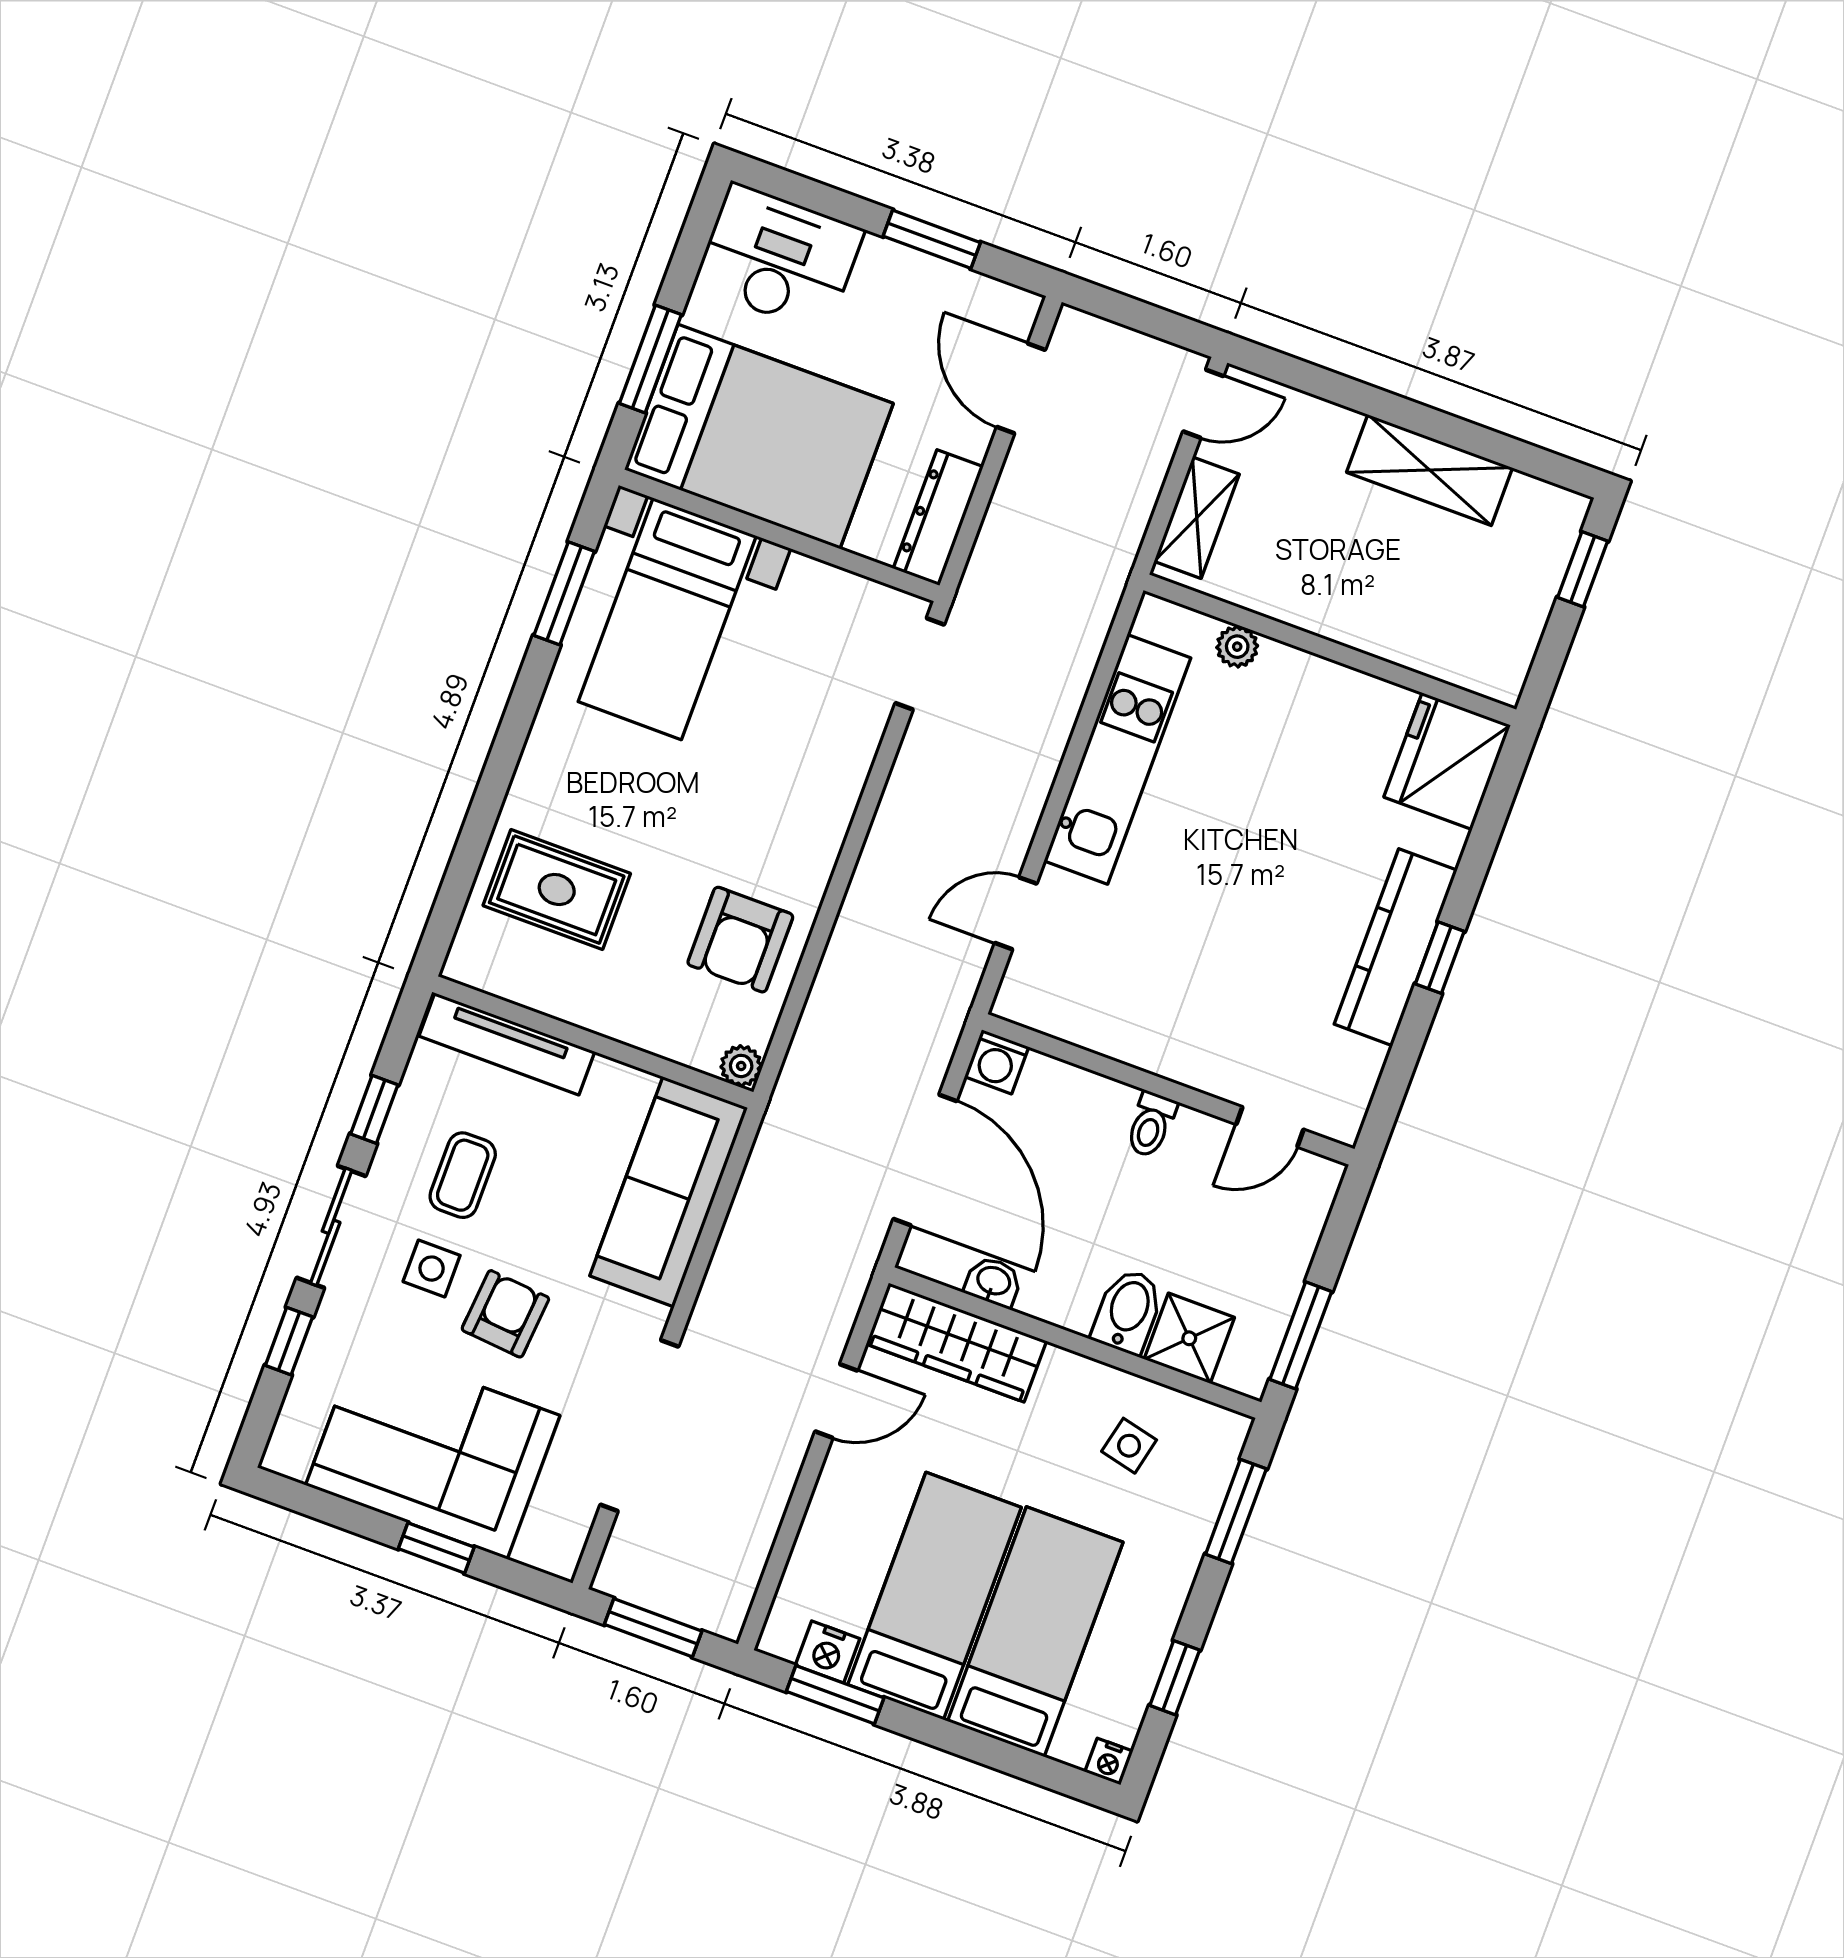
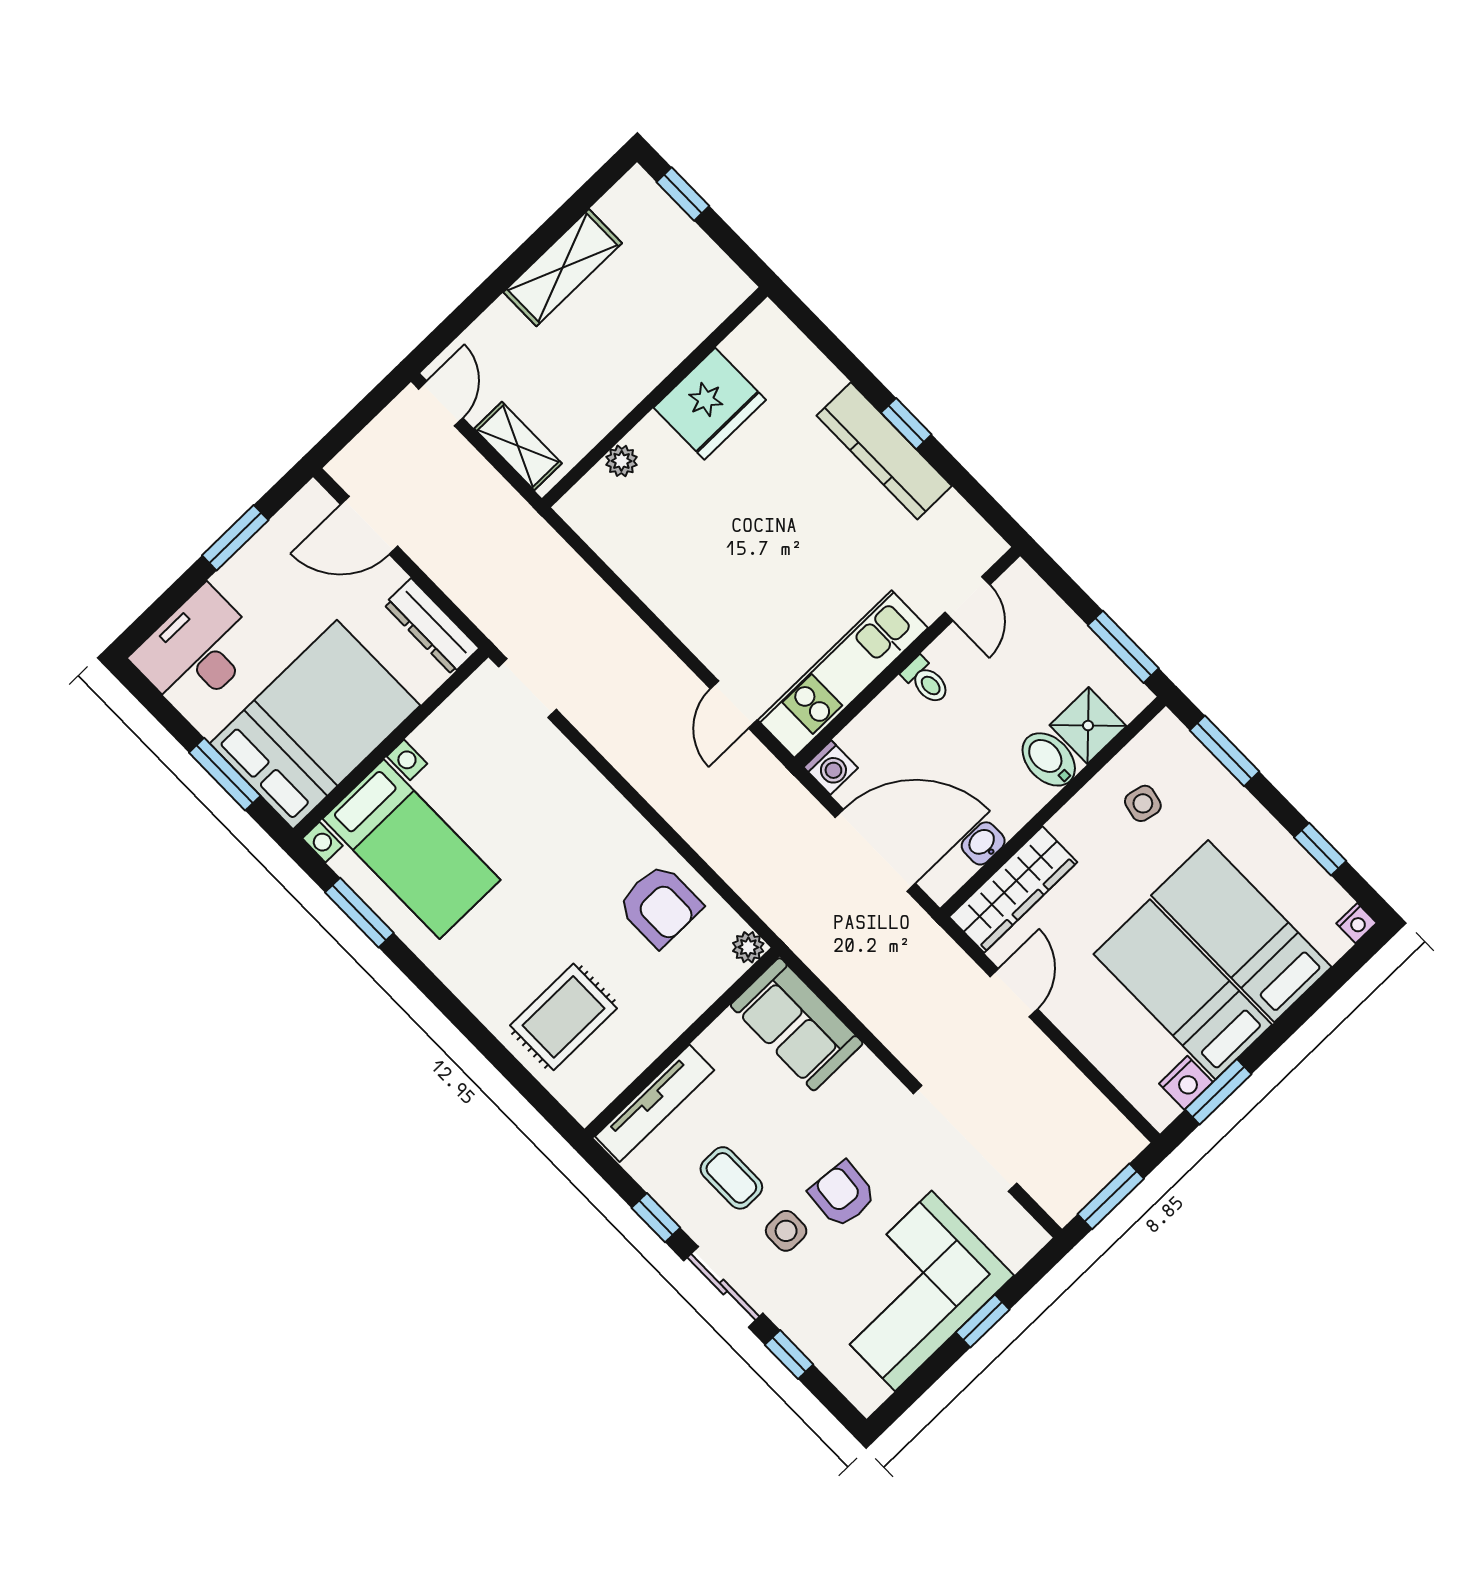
kitchen unit: (1117, 759) -> (843, 674), moved, turned -90
fridge: (1447, 761) -> (710, 404), moved, turned -90
sofa: (669, 1192) -> (797, 1024), width x0.73

